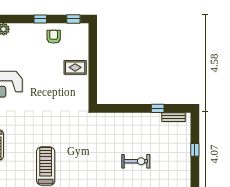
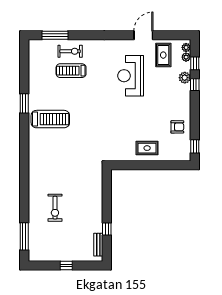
window: (40, 19) -> (195, 85), moved
rug: (75, 67) -> (147, 148), turned 90

